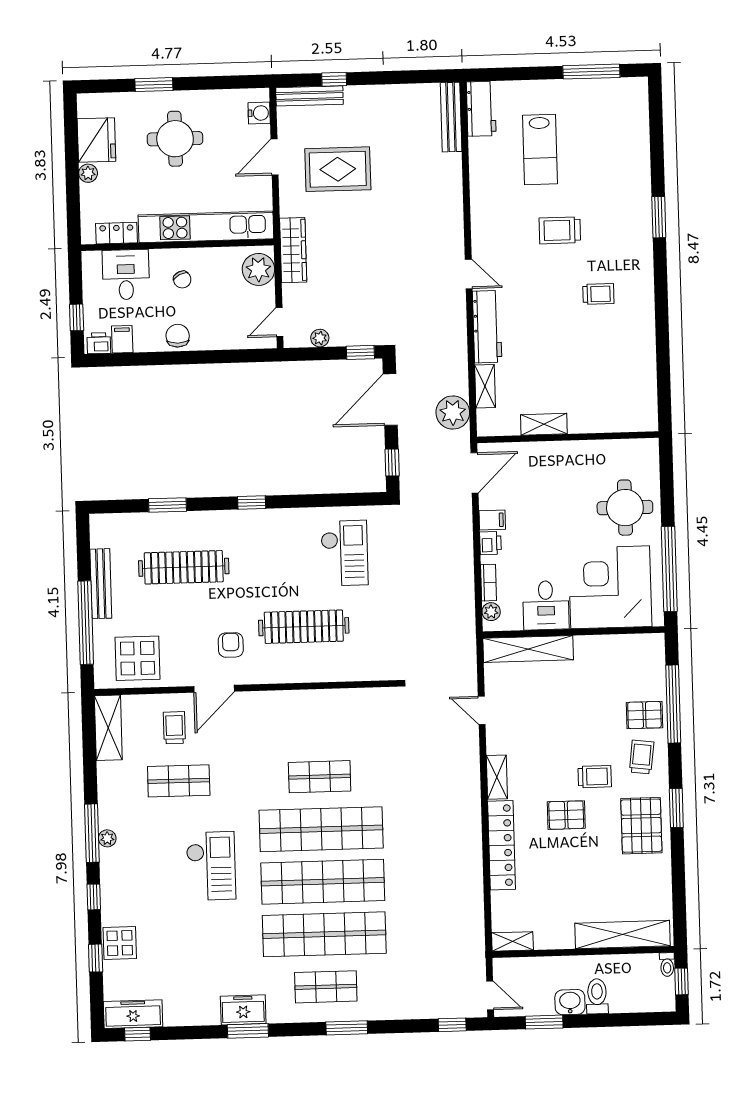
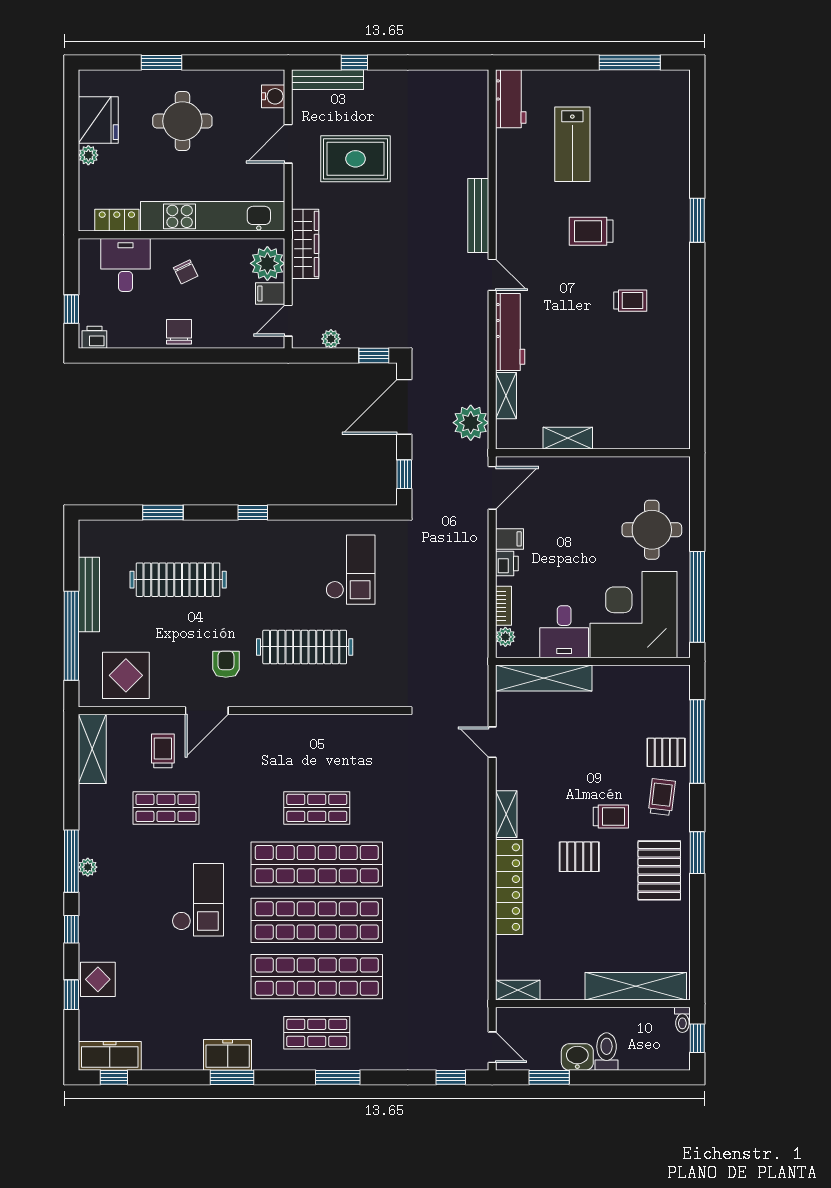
bench: (451, 117) -> (478, 215), moved
filing cabinet: (122, 339) -> (270, 294), moved, turned -90

